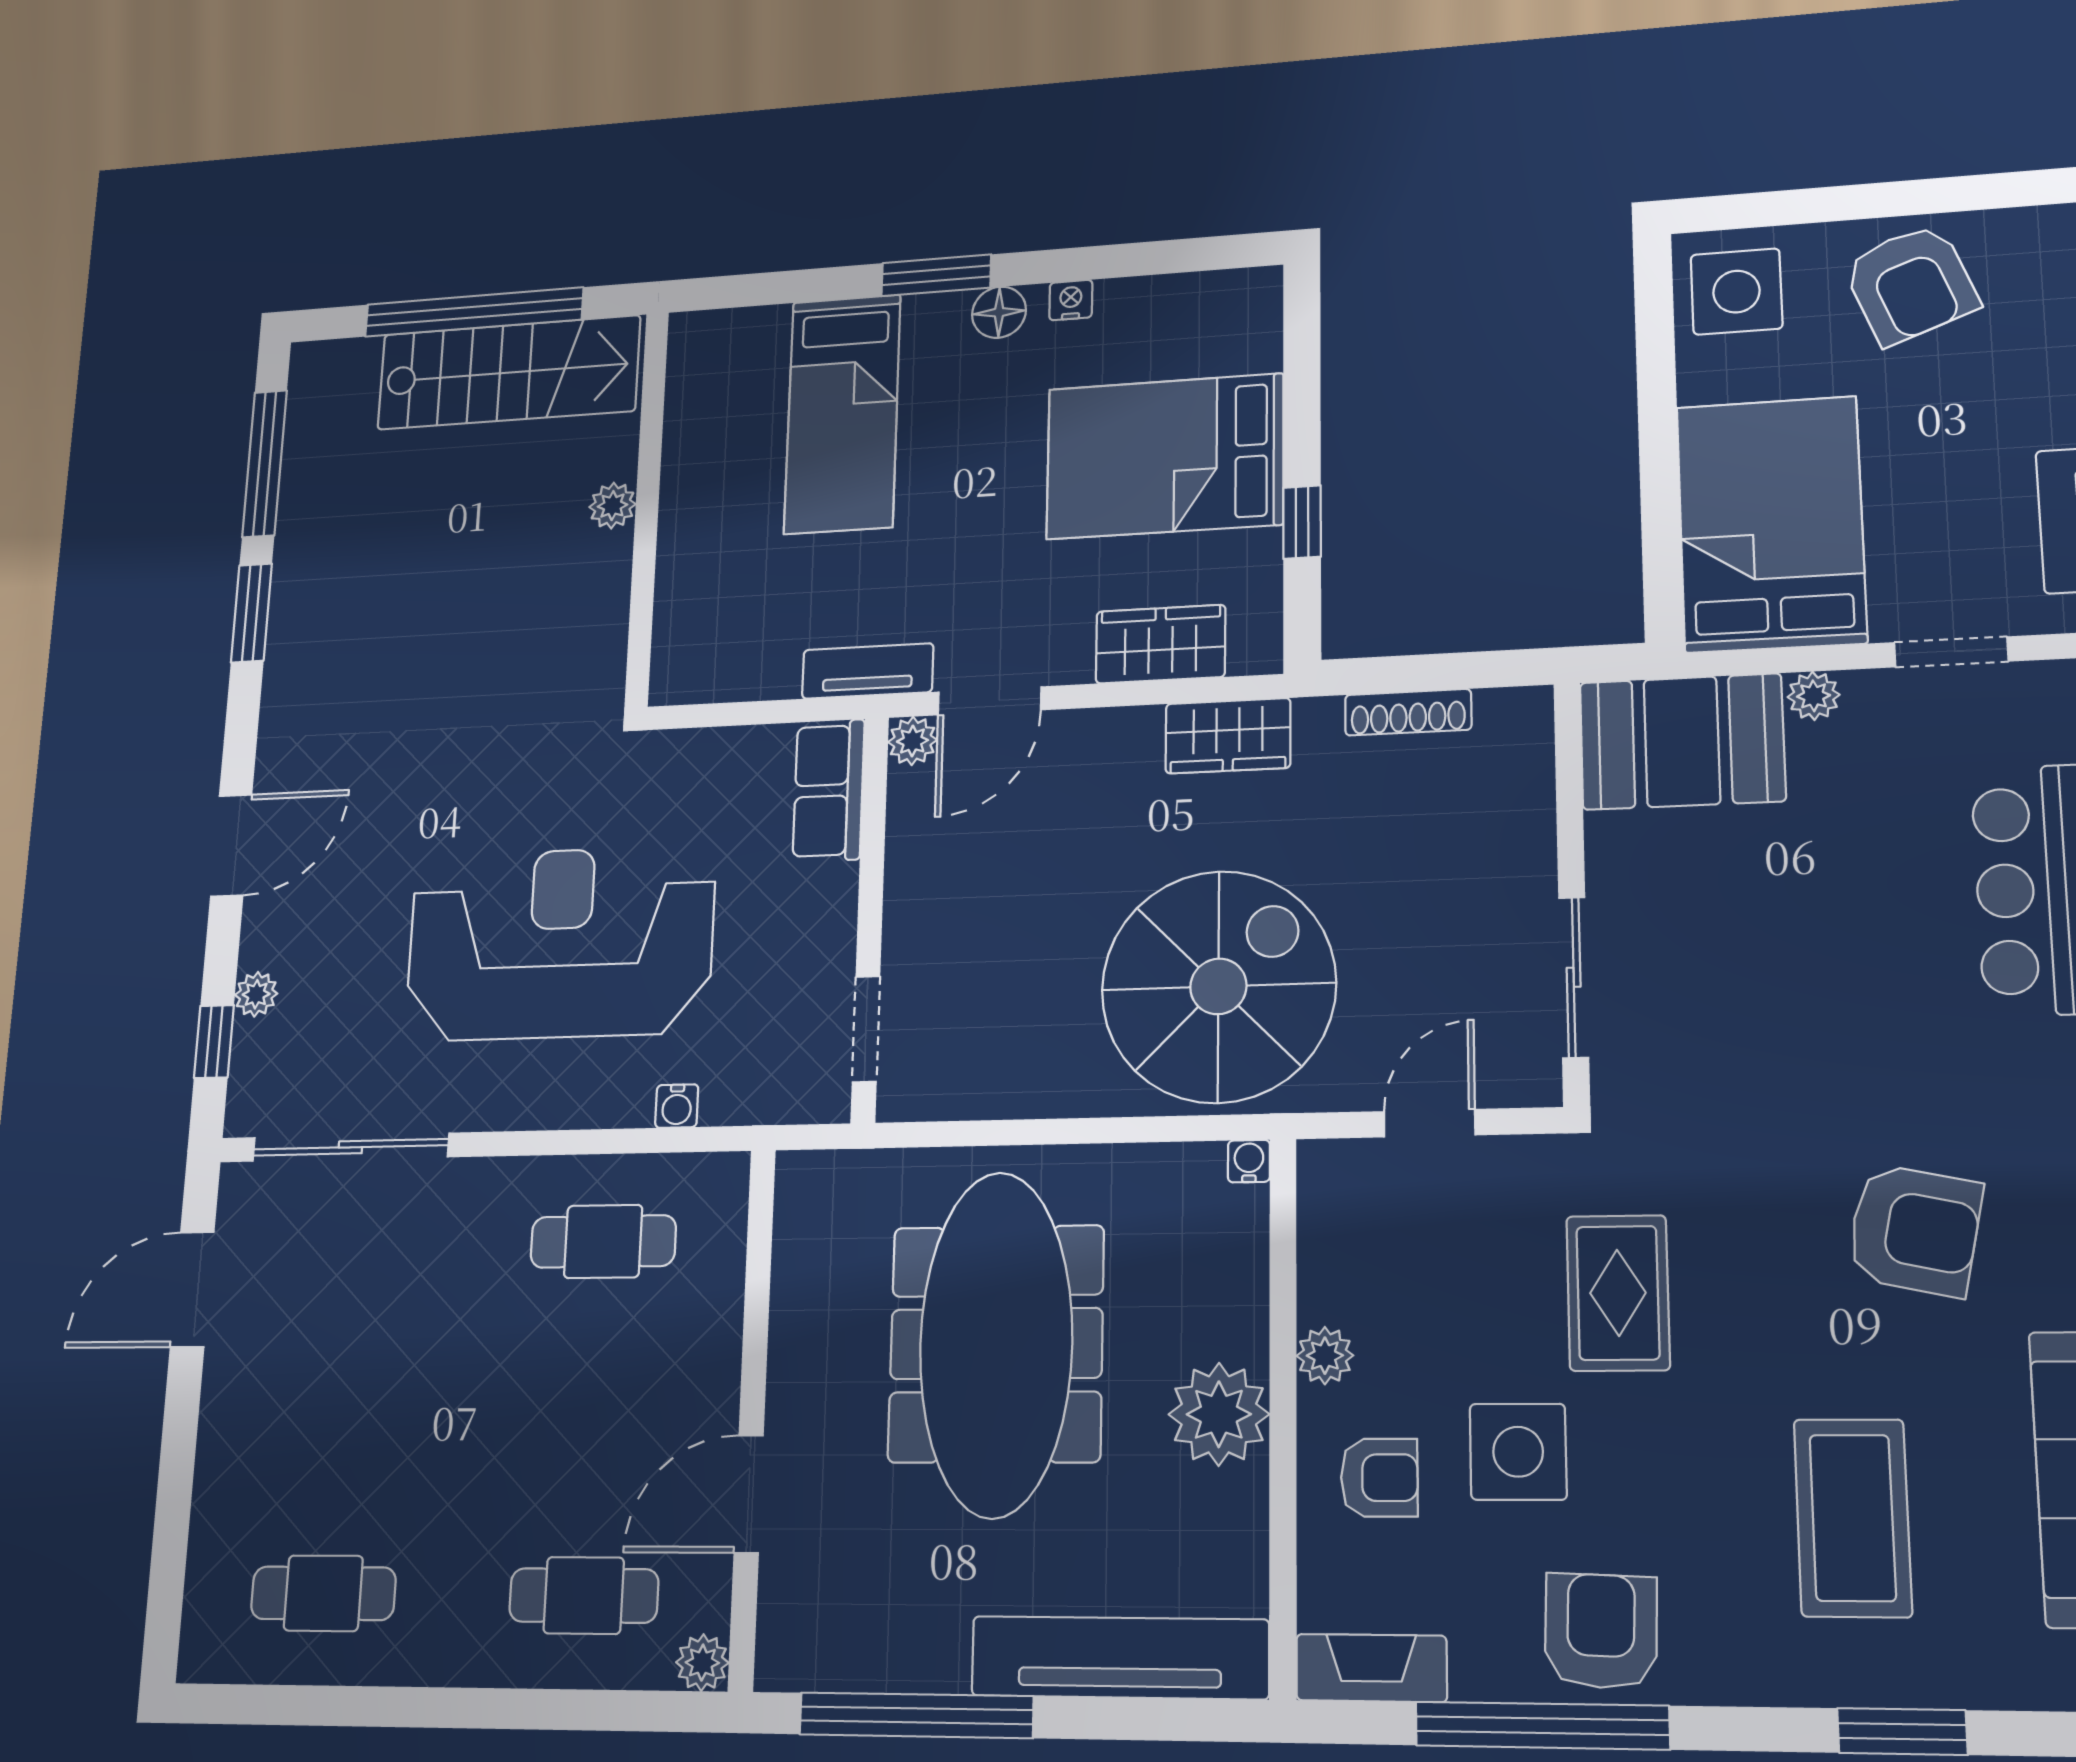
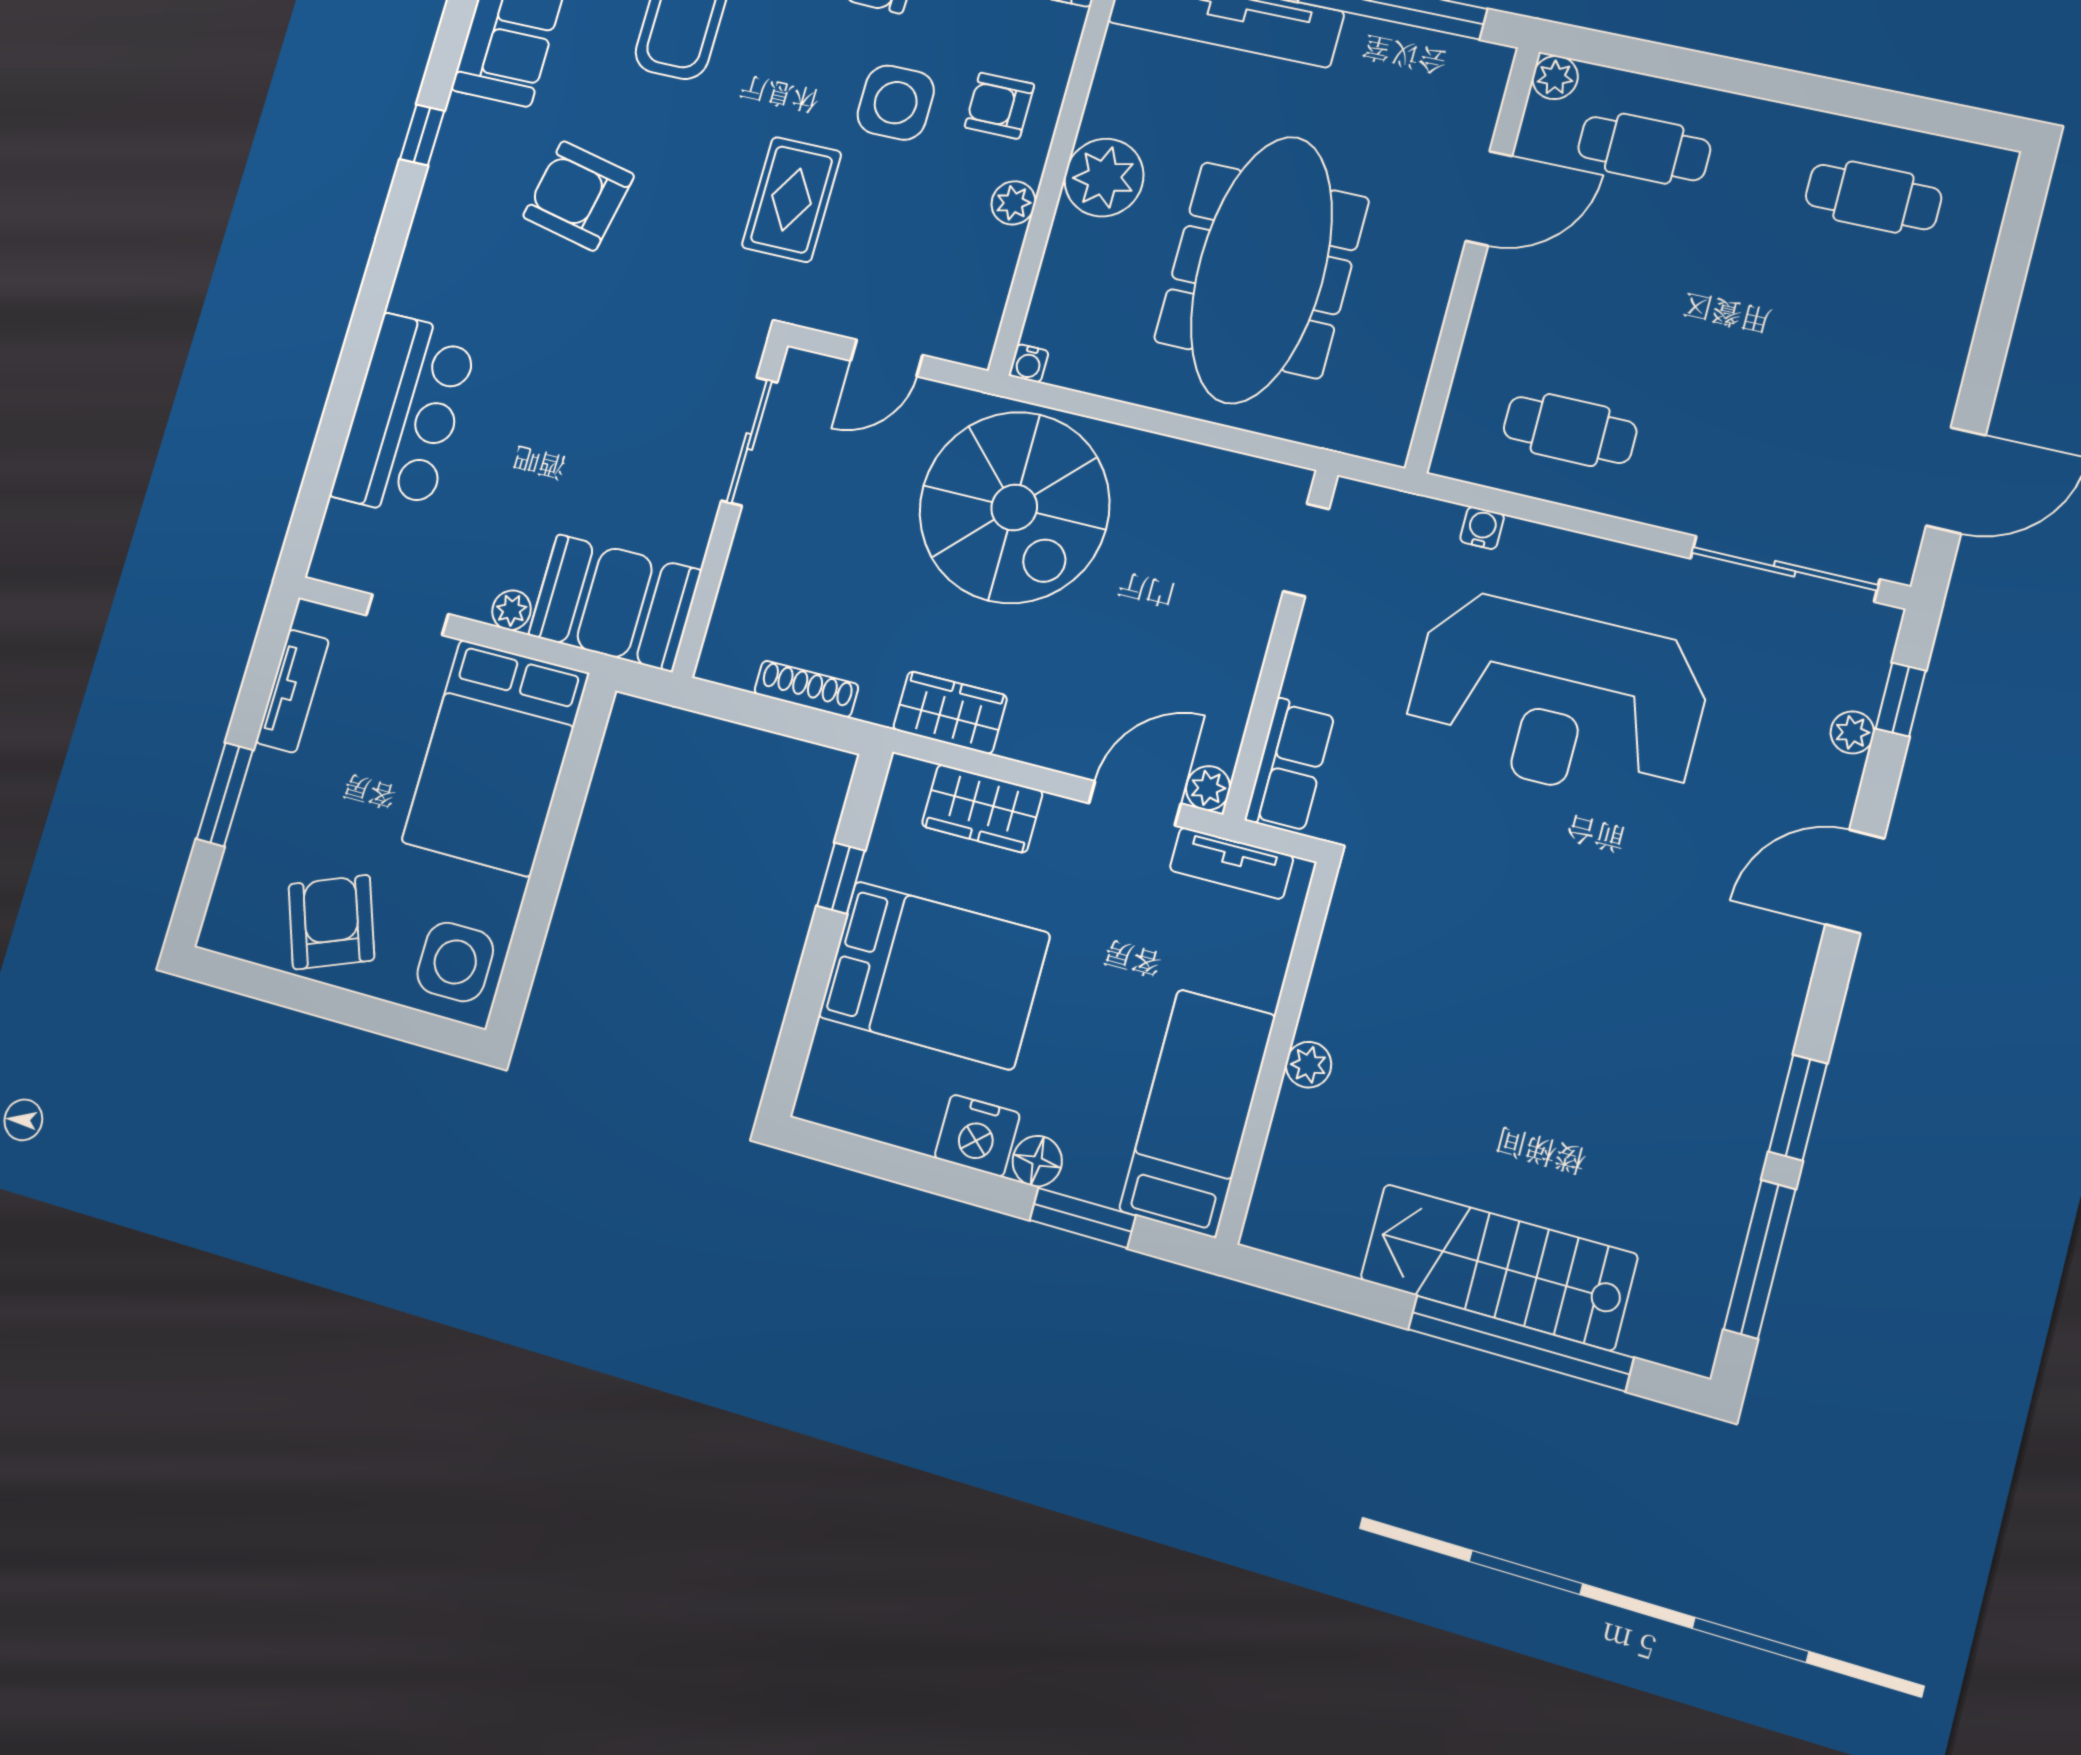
nightstand: (1071, 300) -> (977, 1136), width x1.89, depth x1.79
plant: (613, 506) -> (1309, 1065), moved
wall: (647, 507) -> (1277, 1052), moved
spiral stairs: (1218, 986) -> (1014, 507), turned -90

